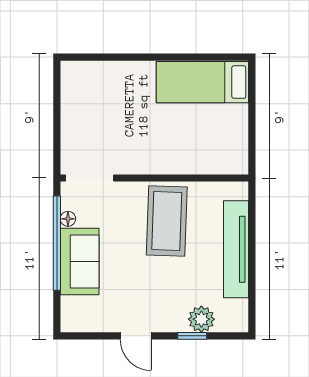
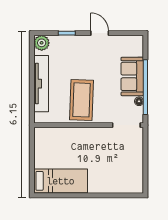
plant: (201, 319) -> (42, 43), moved

